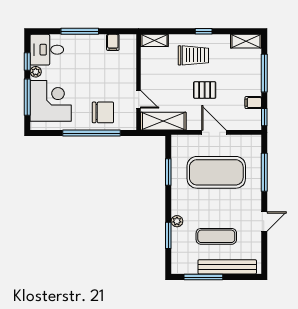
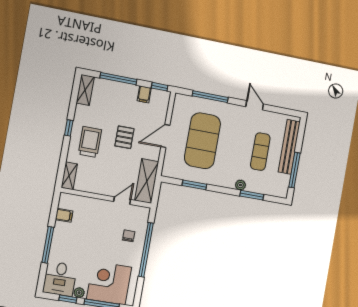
chair: (103, 112) -> (129, 236), width x0.54, depth x0.54

